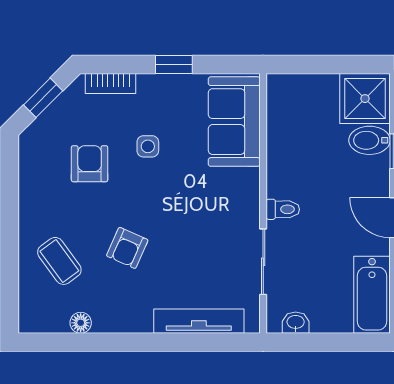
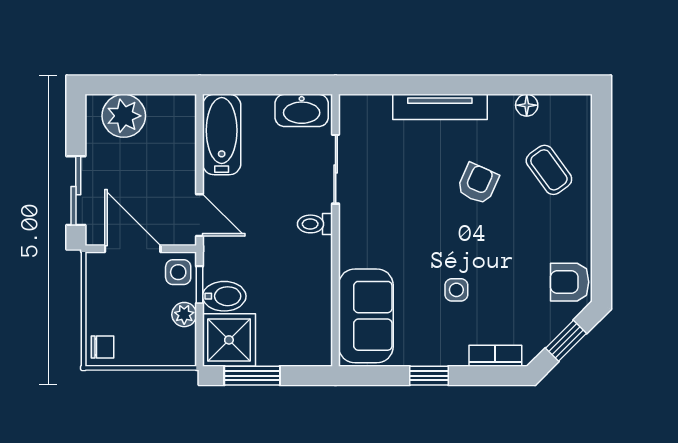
window: (343, 65) -> (252, 376), added
armchair: (90, 164) -> (570, 282), moved, turned 90
tv unit: (199, 321) -> (440, 107), moved
washbasin: (296, 323) -> (302, 110), width x1.91, depth x1.45

